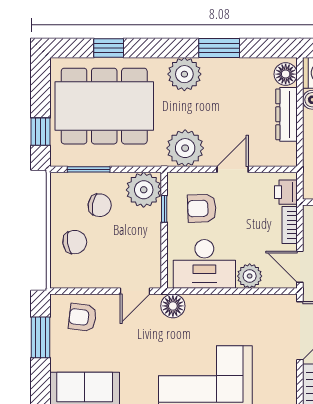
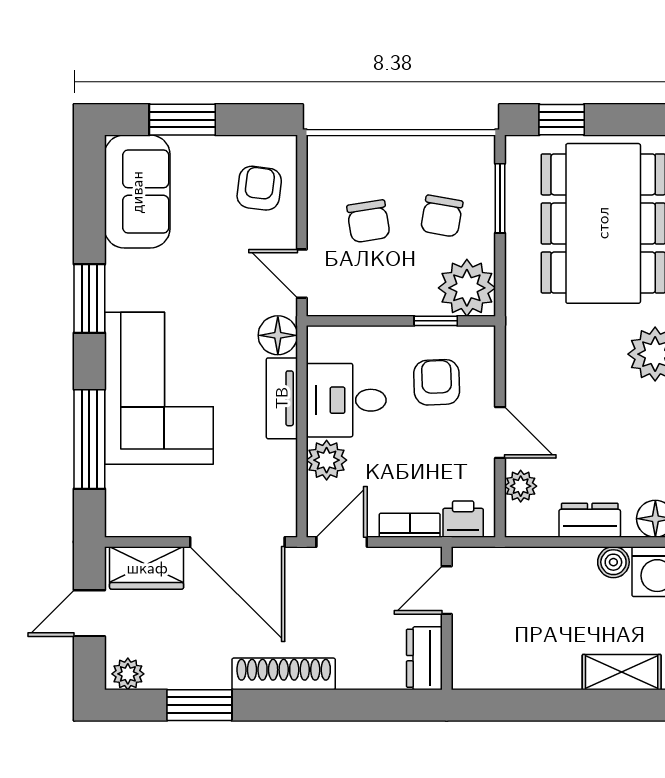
dresser: (287, 114) -> (590, 520), width x0.70
plant: (185, 148) -> (521, 486), moved, width x0.53, depth x0.53
chair: (75, 242) -> (368, 221), moved
desk: (204, 264) -> (346, 400), width x0.73
tv unit: (212, 303) -> (282, 398), added
window: (40, 337) -> (182, 120), moved

